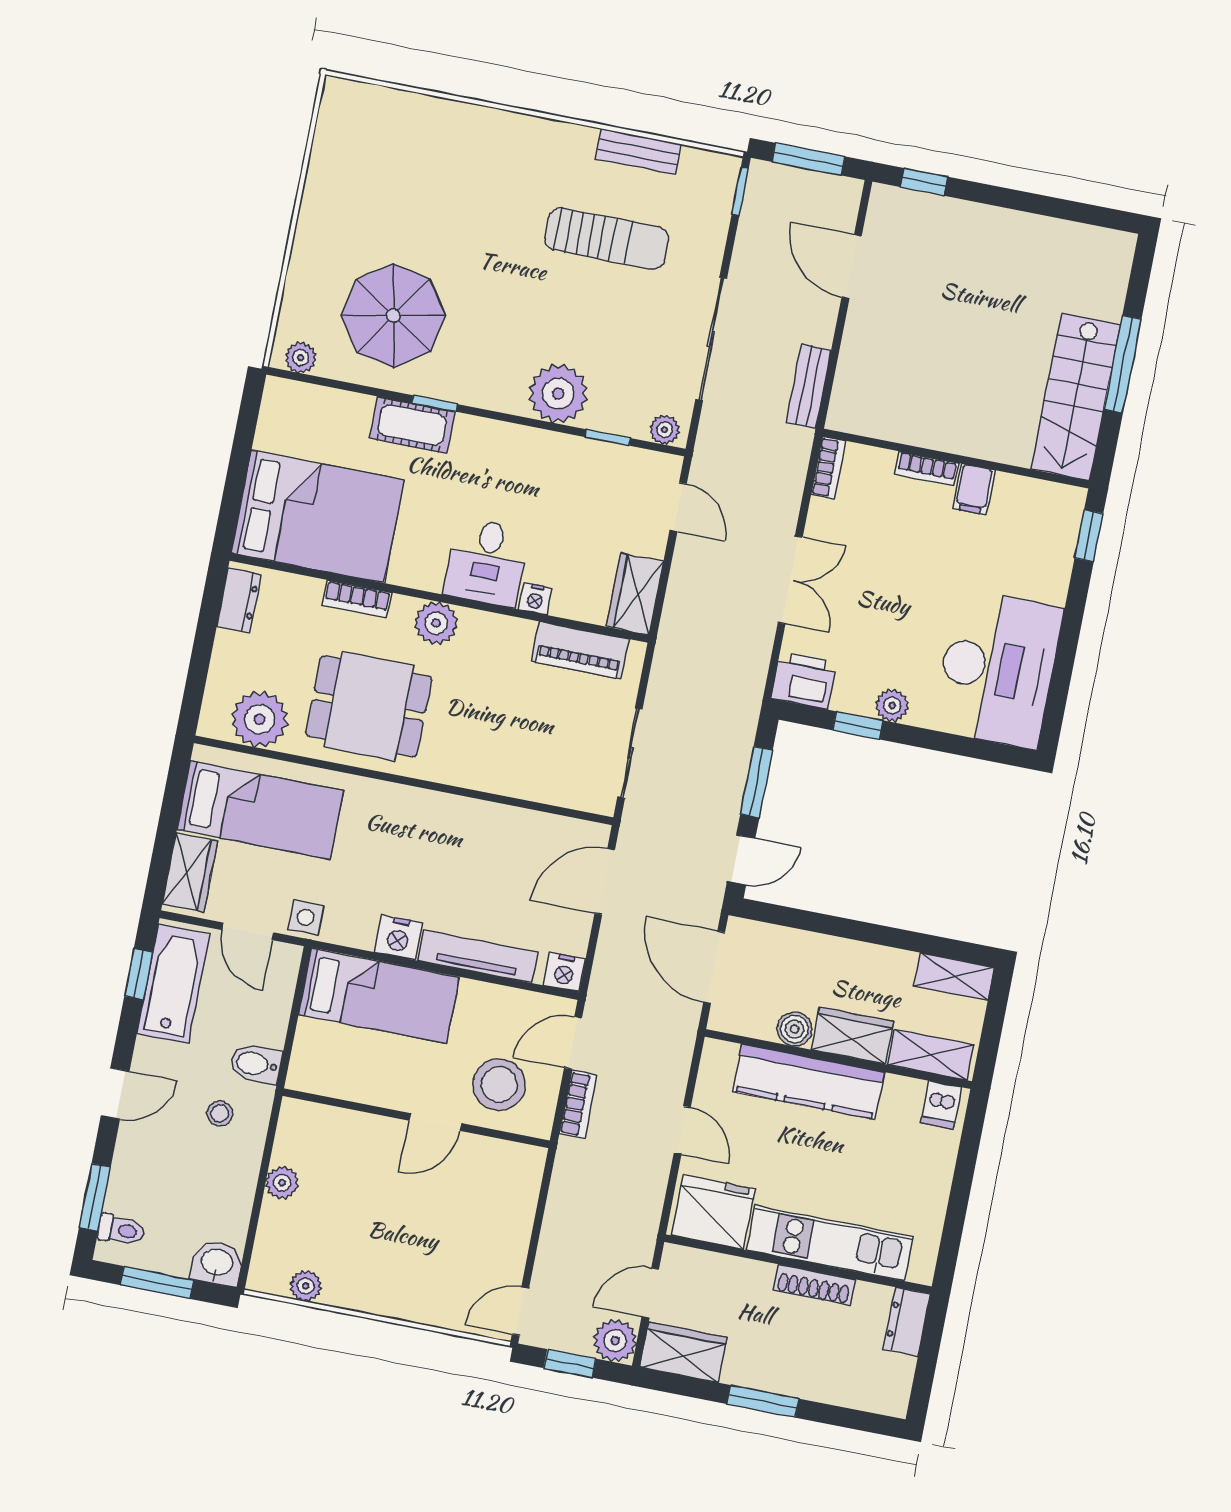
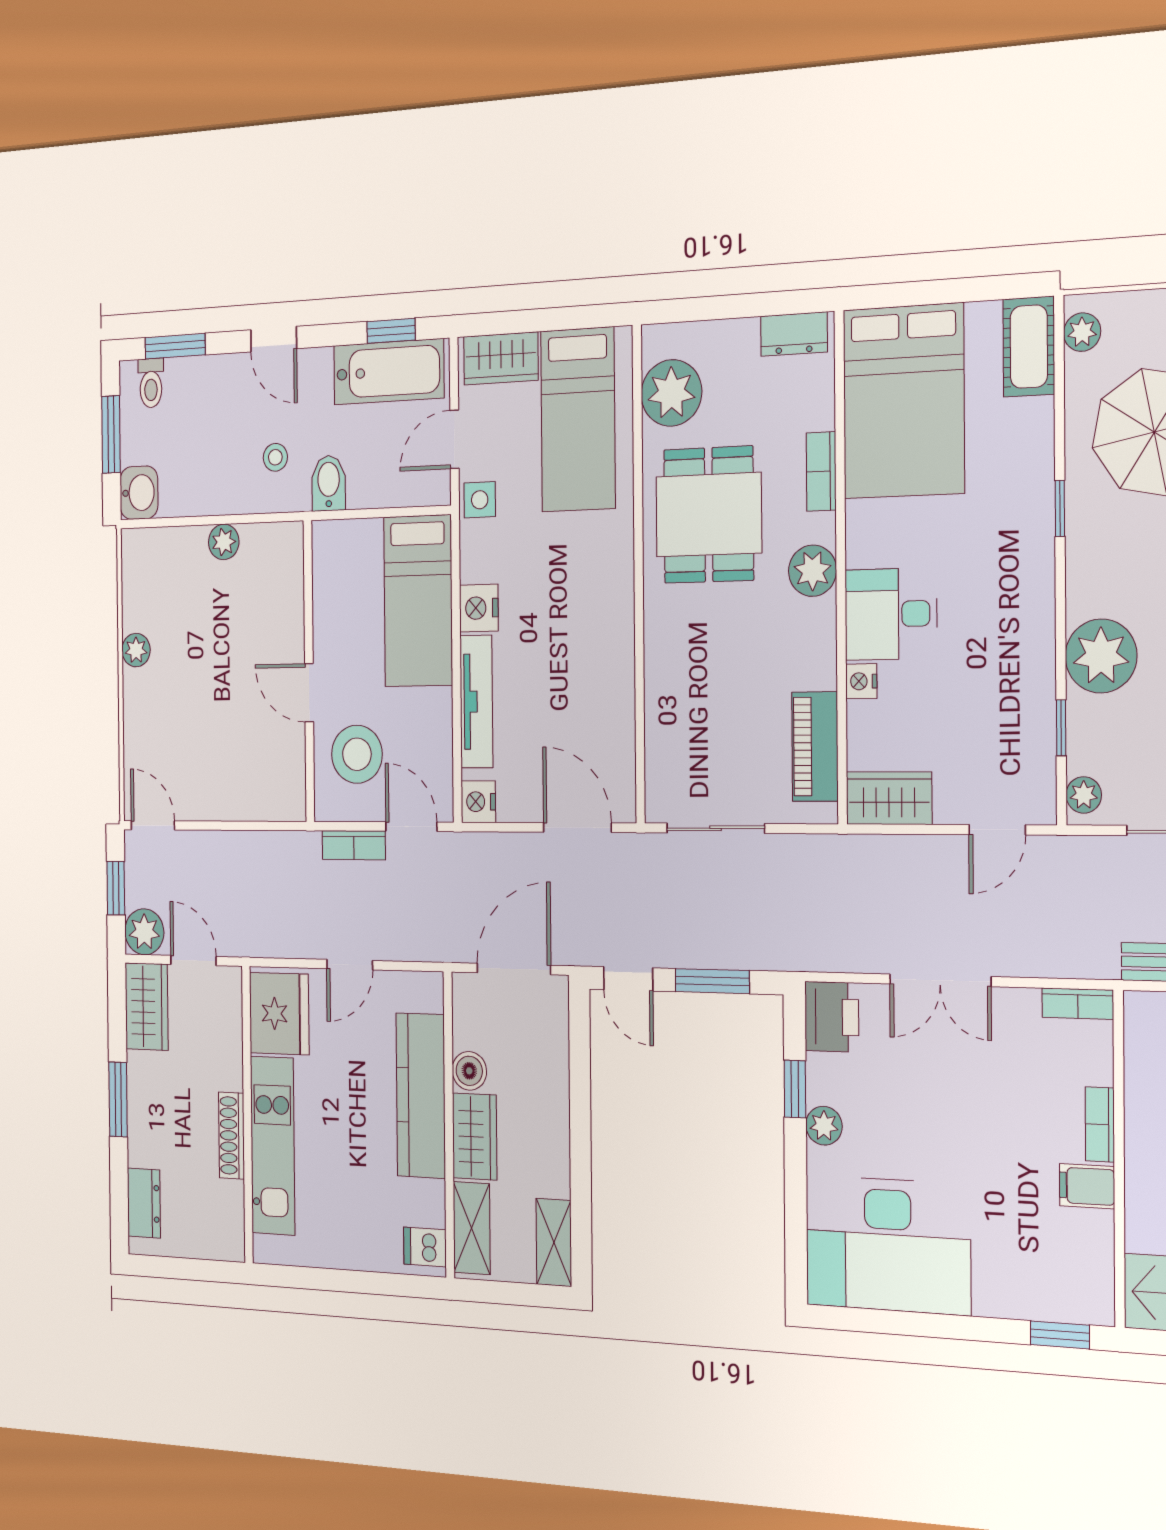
cot: (412, 425) -> (1029, 347), moved
plant: (306, 1286) -> (136, 650), moved
dresser: (907, 1322) -> (144, 1203), moved, turned 90

